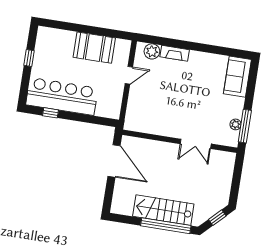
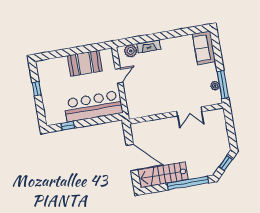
bar counter: (62, 96) -> (93, 106), moved
door: (114, 161) -> (132, 157), moved
stairs: (163, 210) -> (163, 175), moved

